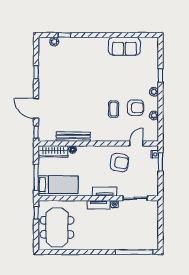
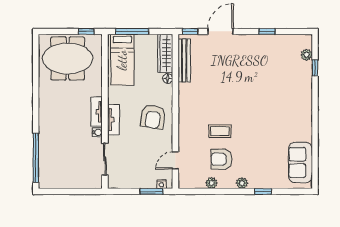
sofa: (124, 46) -> (300, 162), moved
armchair: (135, 108) -> (221, 159), turned 90
bench: (73, 137) -> (184, 60), moved
door: (136, 144) -> (175, 161), swing flipped
armchair: (119, 163) -> (153, 117), moved

